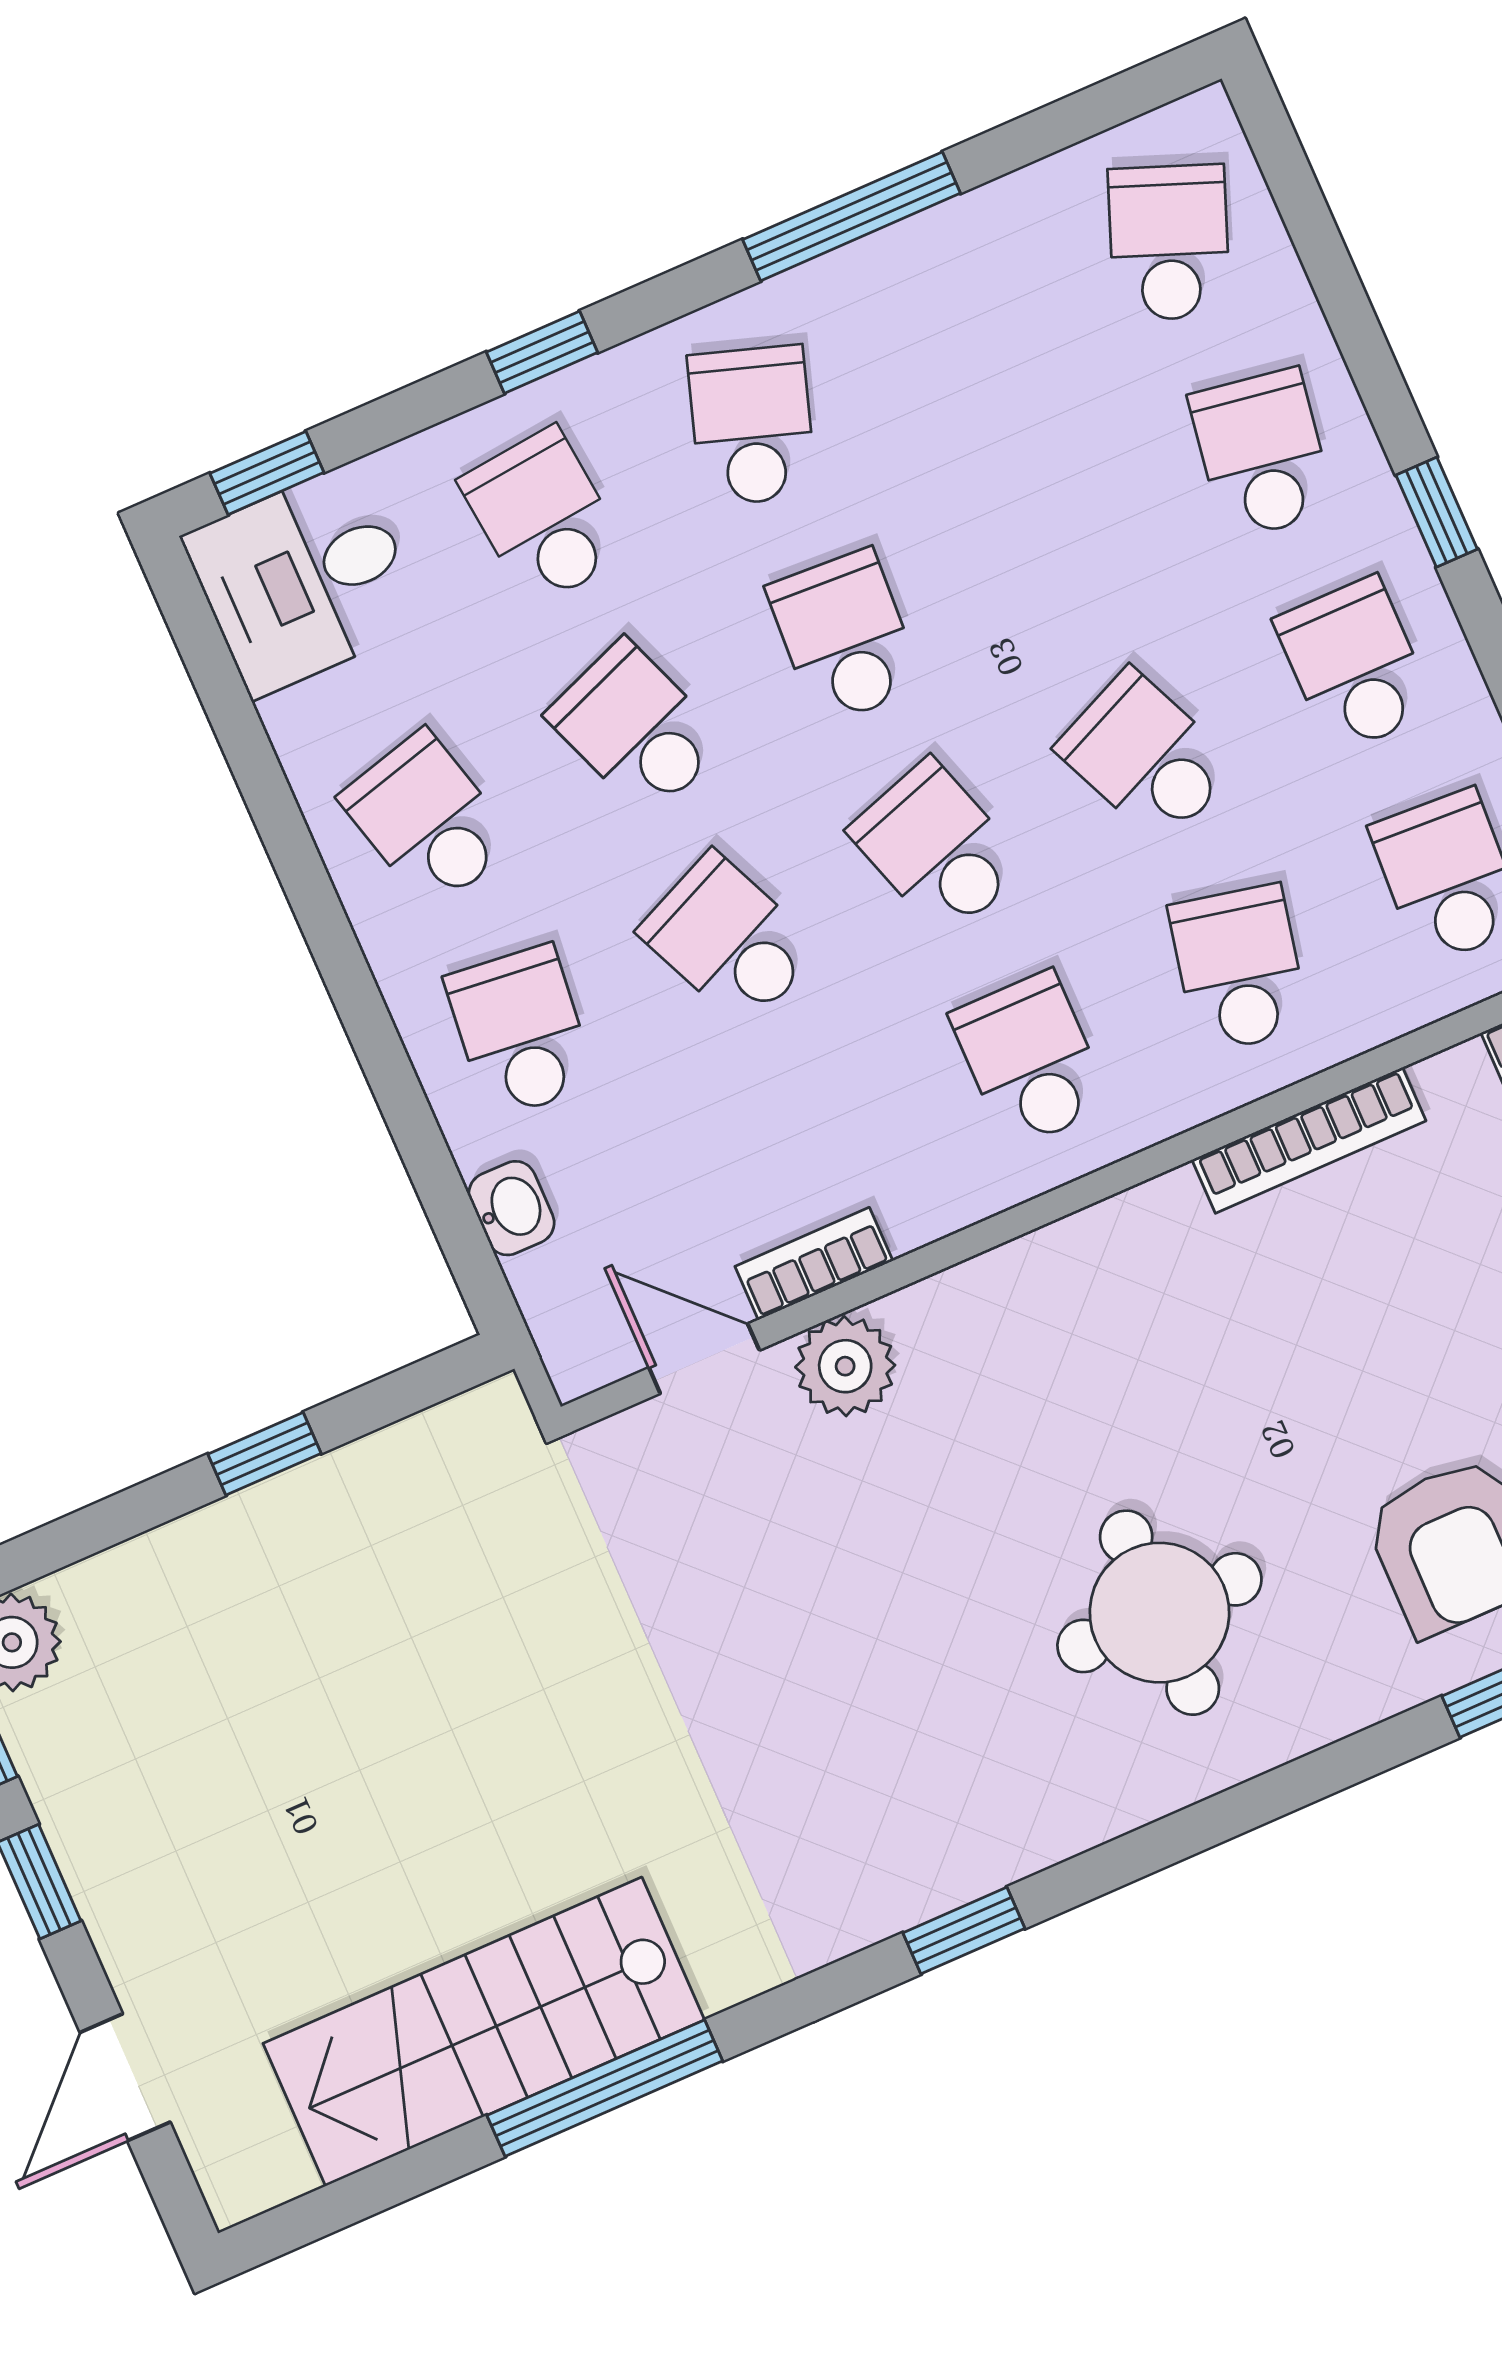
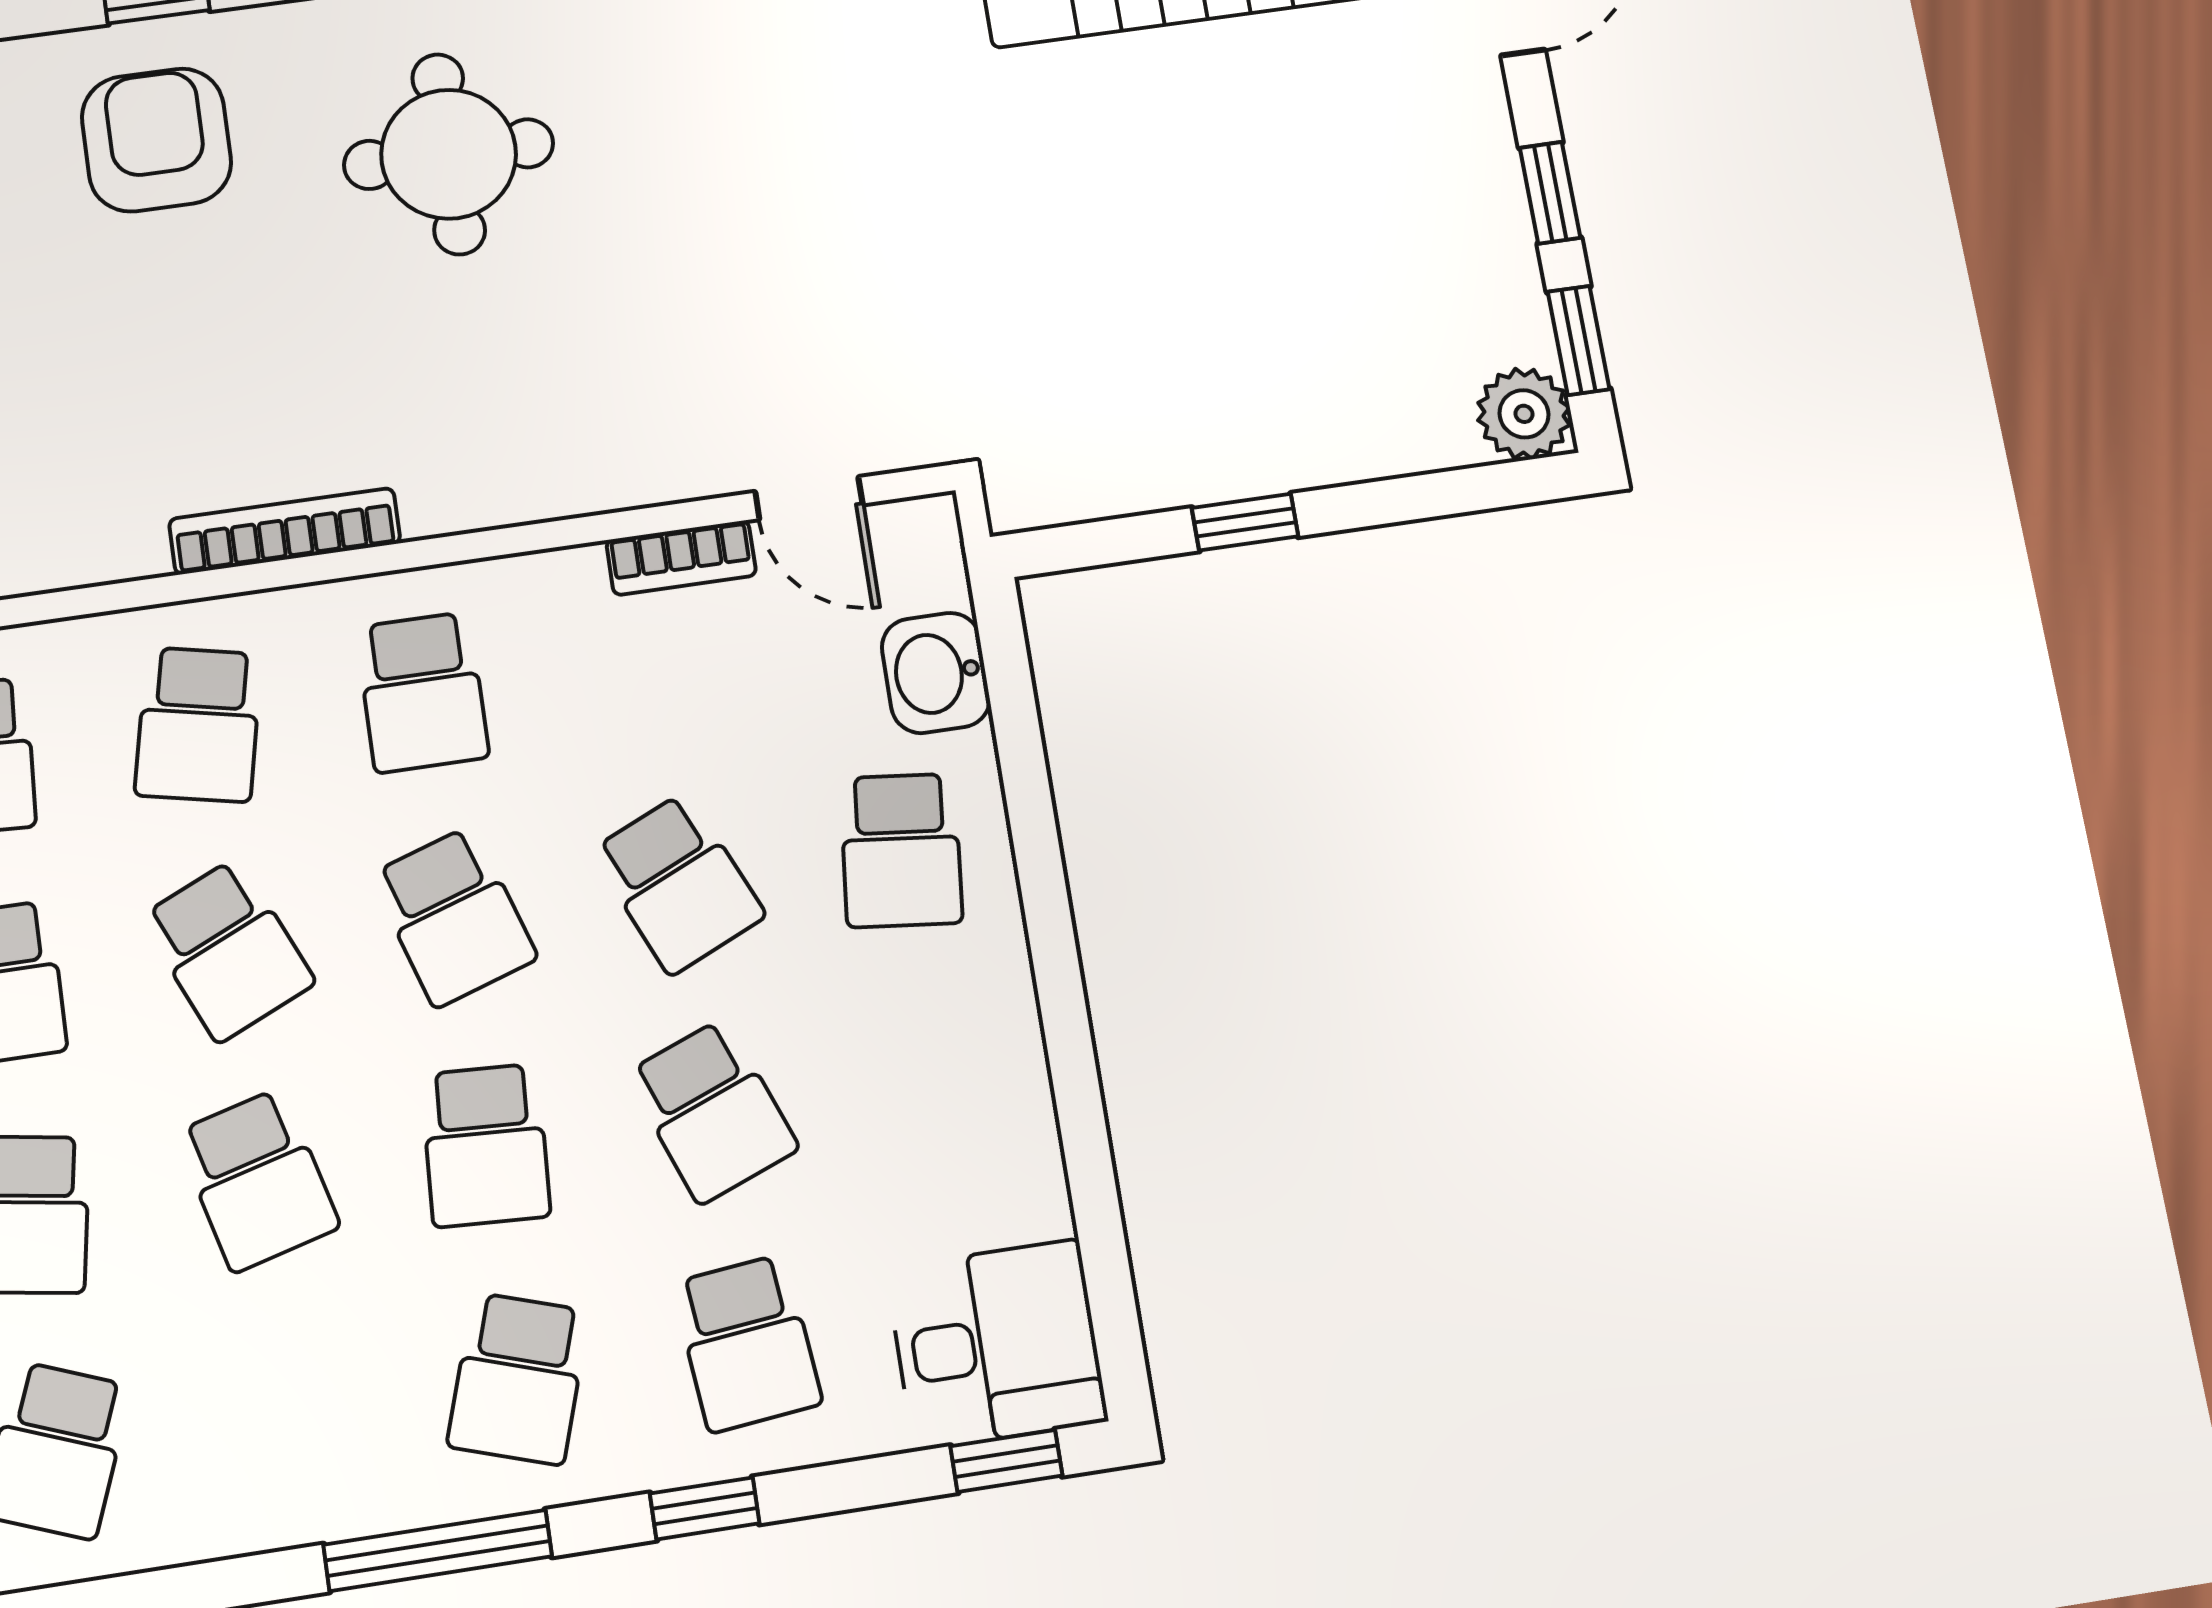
window: (851, 216) -> (438, 1551), moved
school desk: (428, 820) -> (257, 1180), moved
bookcase: (1309, 1140) -> (285, 531), moved
washbasin: (512, 1208) -> (936, 673), width x1.38, depth x1.45
plant: (845, 1366) -> (678, 456), removed

